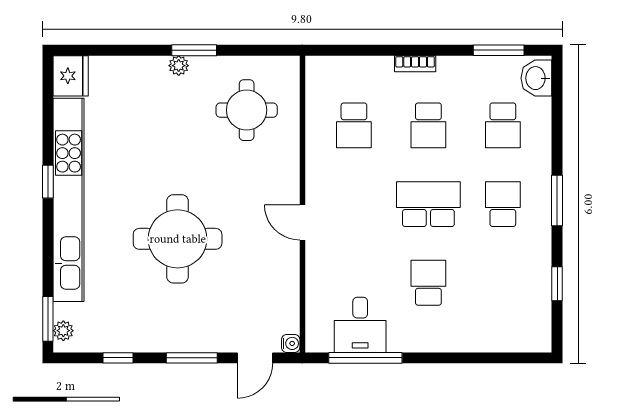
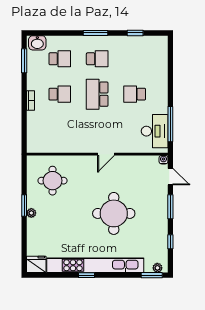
school desk: (354, 125) -> (60, 130), removed
school desk: (503, 204) -> (97, 59), turned 180
desk: (360, 325) -> (155, 131), width x1.37

